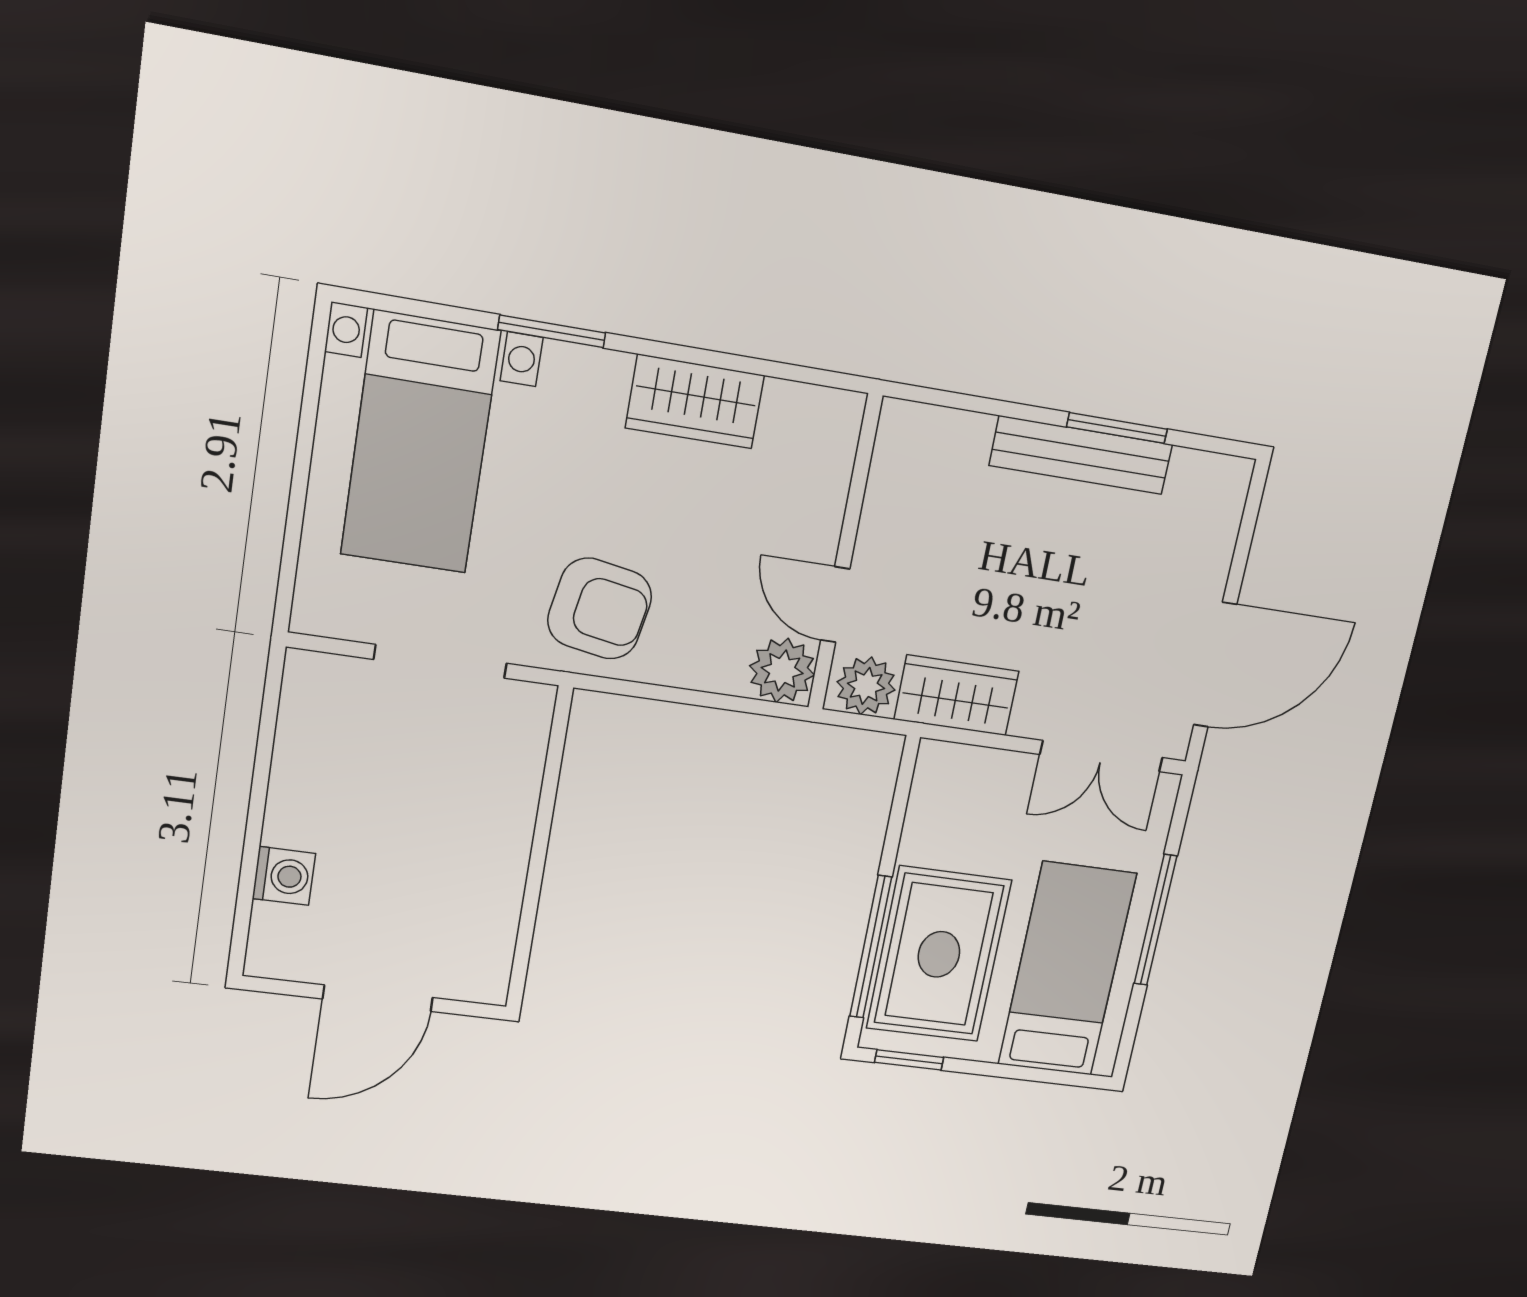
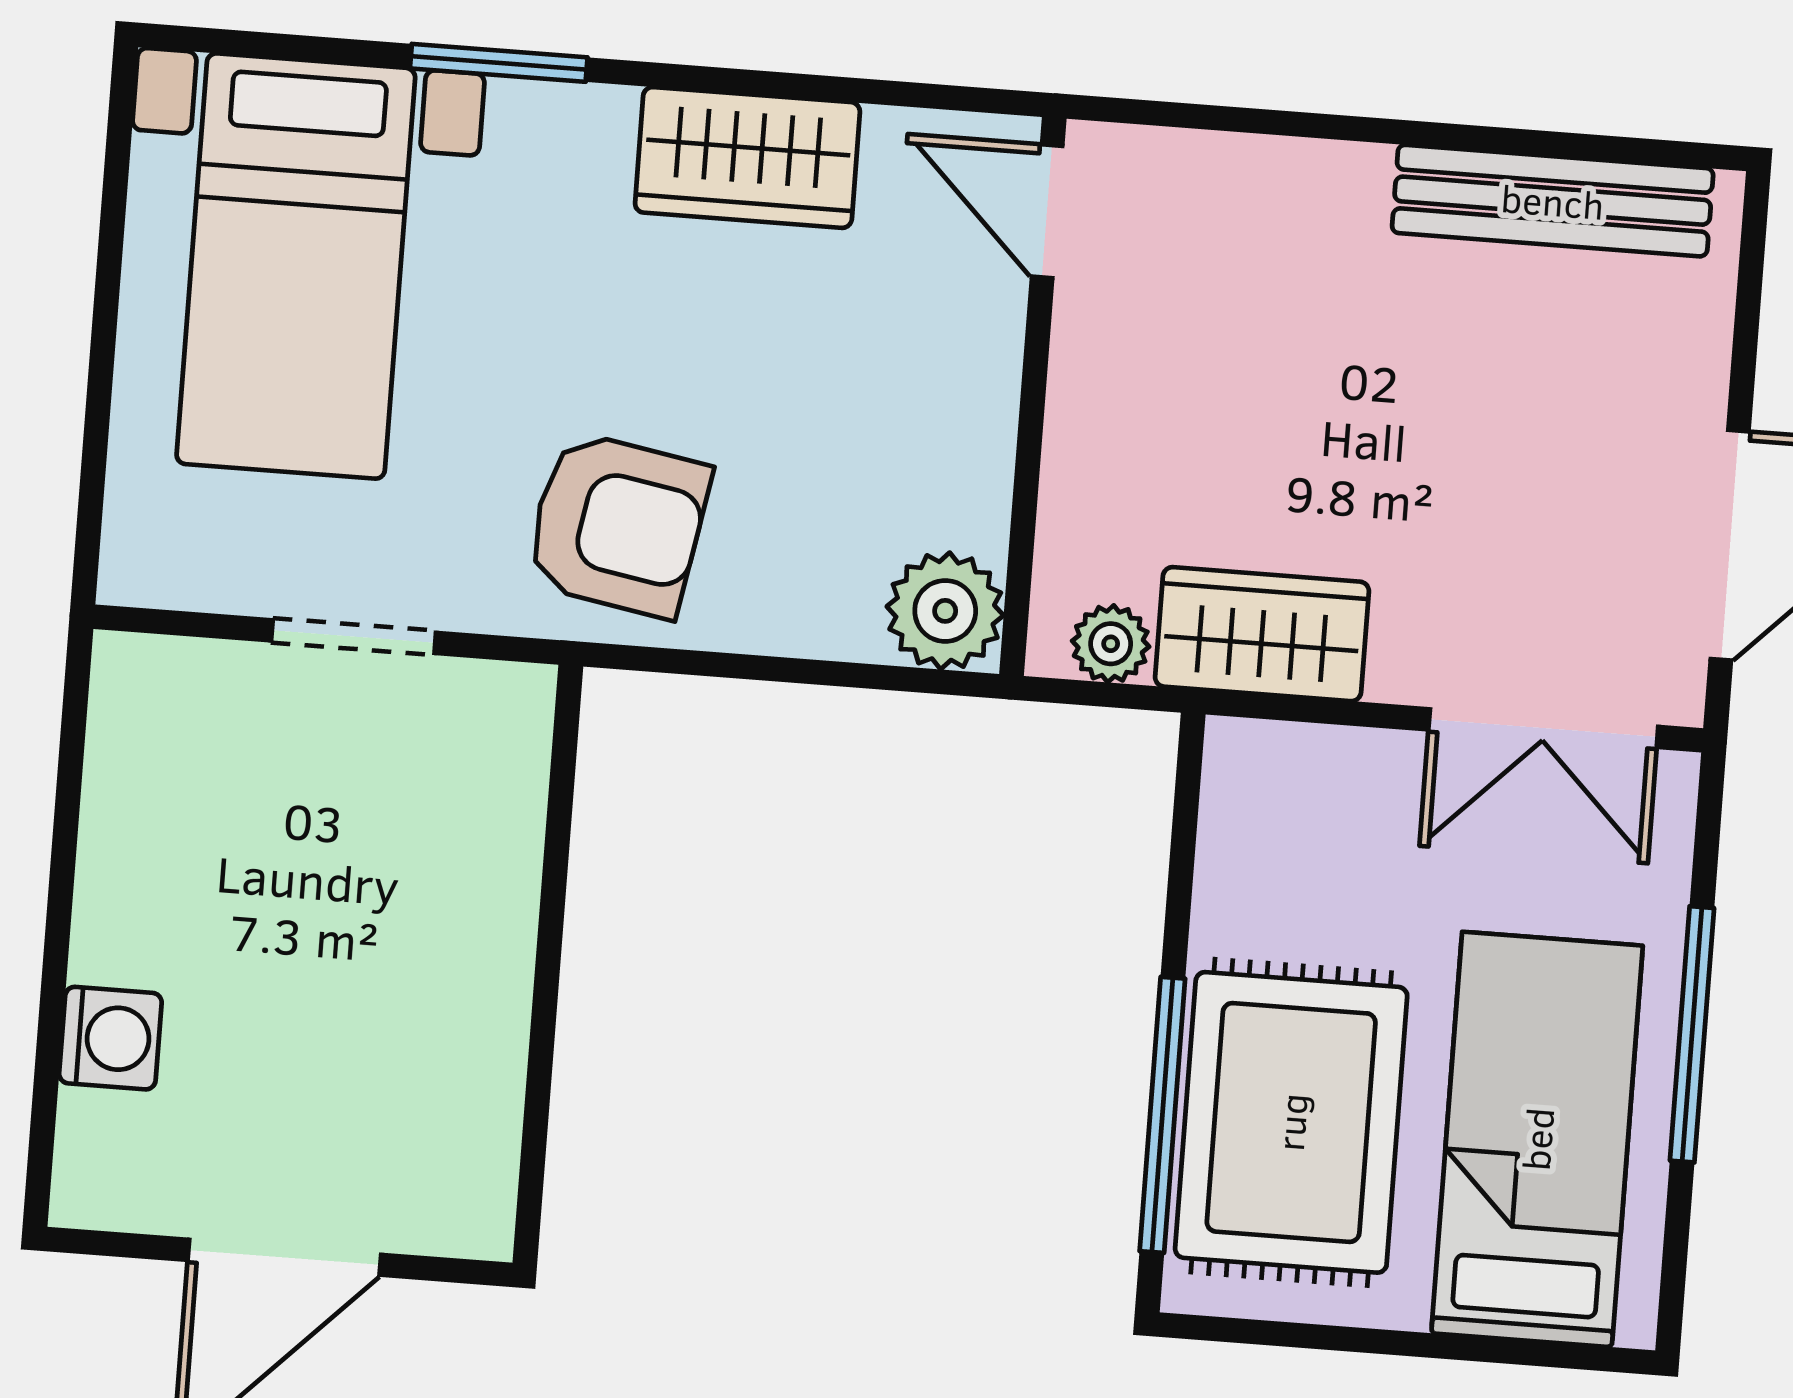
window: (1117, 428) -> (1486, 139), removed
bench: (1081, 455) -> (1553, 201), moved
door: (835, 605) -> (1047, 211), moved
doorway: (440, 661) -> (354, 637), width x0.73
plant: (866, 686) -> (1111, 644), width x0.73, depth x0.73
window: (909, 1060) -> (1261, 1332), removed

